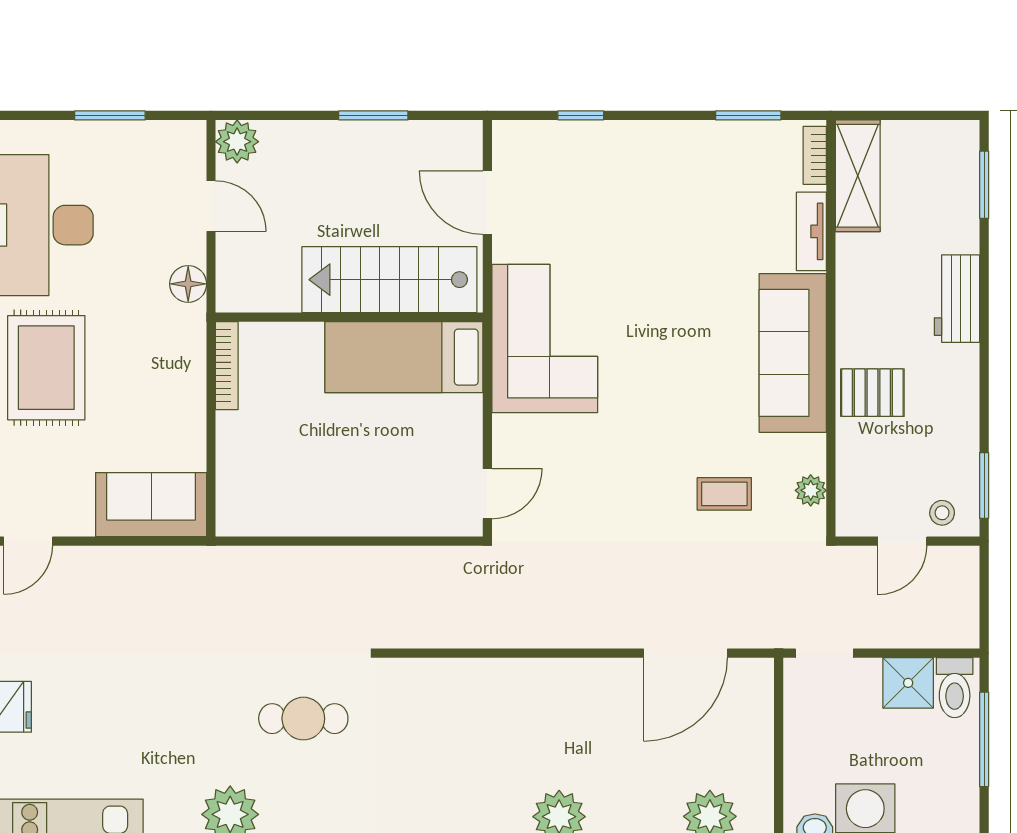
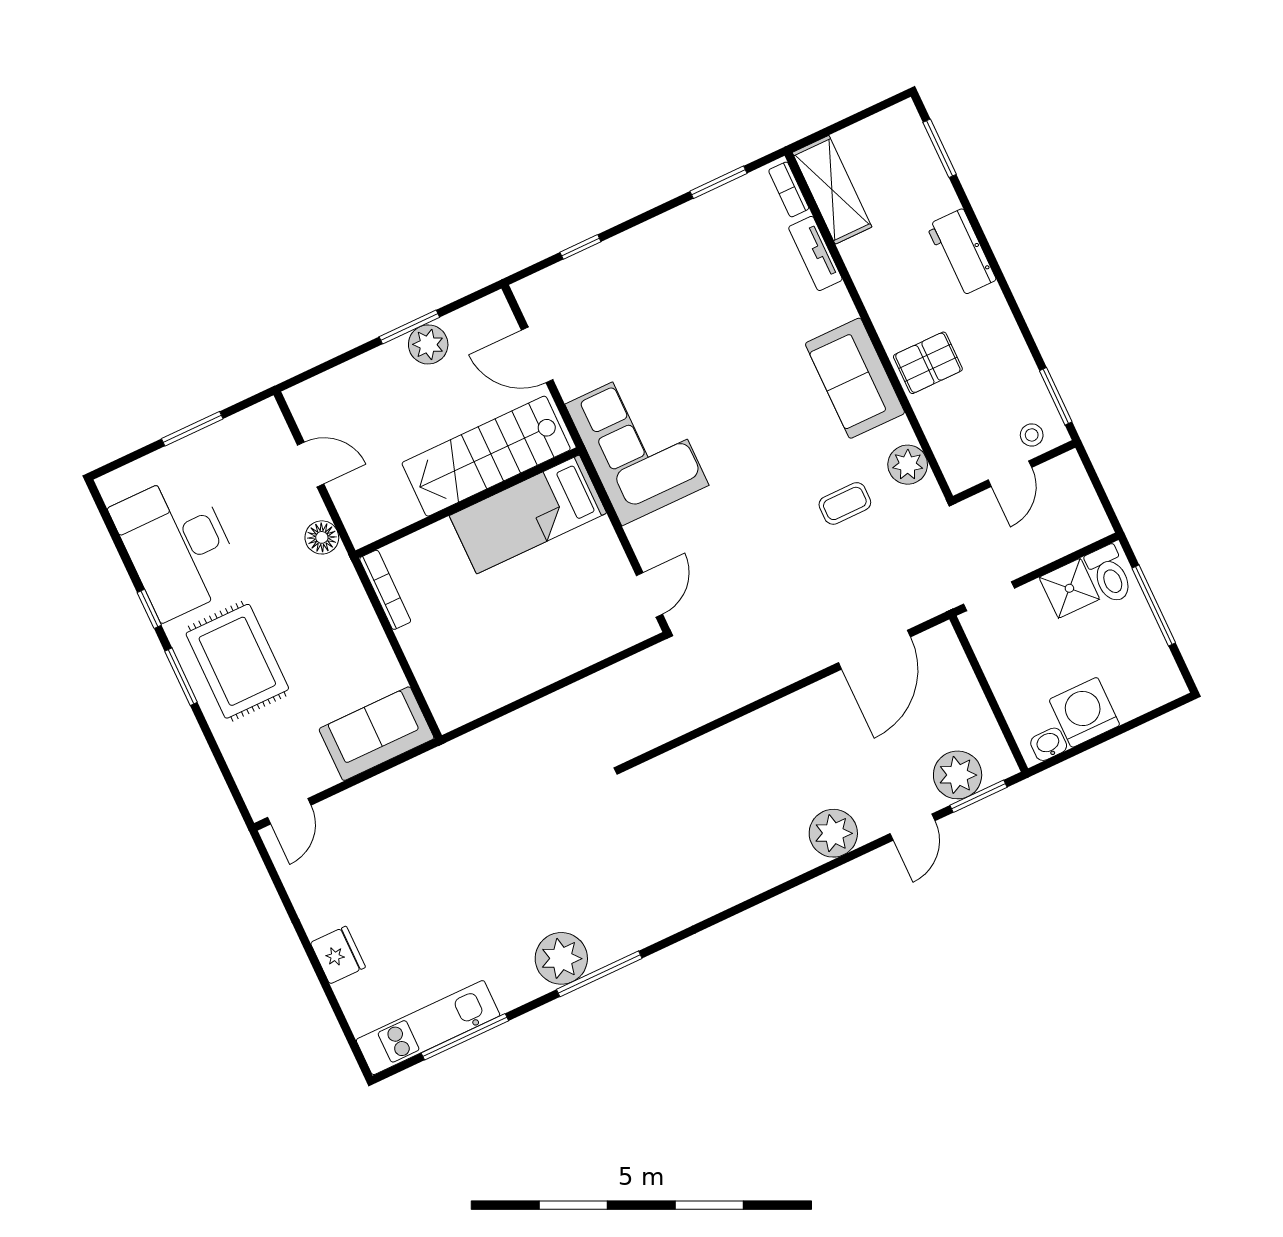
plant: (237, 142) -> (428, 344), moved
sofa: (793, 353) -> (855, 378), width x0.73
plant: (811, 490) -> (908, 465), width x1.38, depth x1.38
cafe table: (303, 719) -> (585, 851), removed

